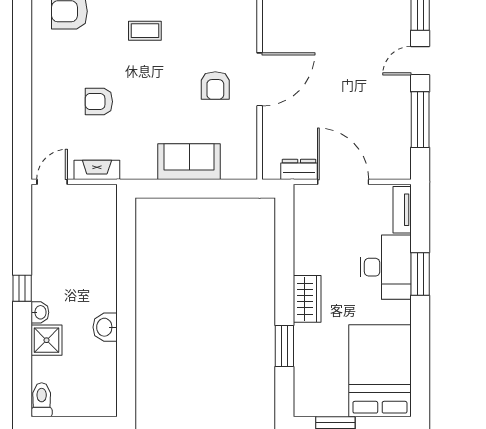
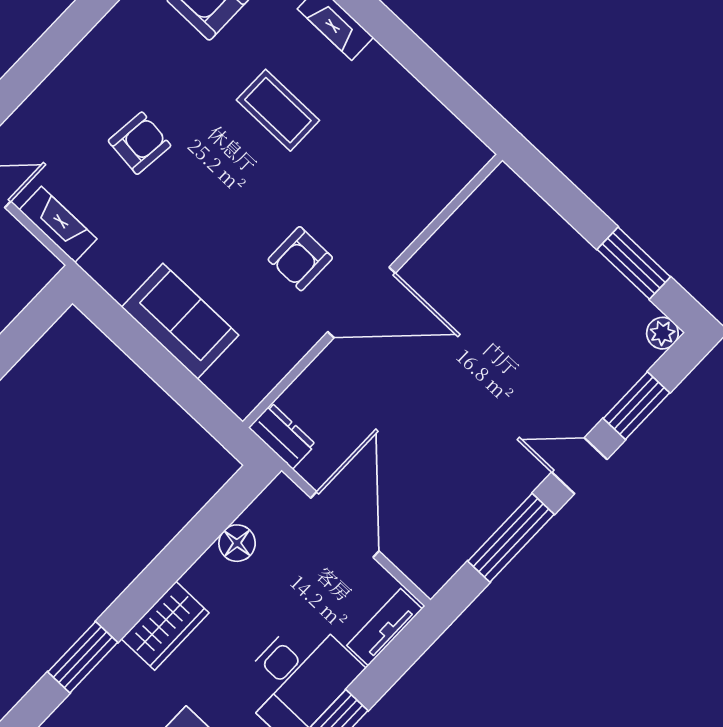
coffee table: (145, 31) -> (278, 110), width x1.36, depth x1.30
armchair: (99, 102) -> (140, 143), turned 96
dresser: (299, 169) -> (282, 436), moved
floor lamp: (304, 234) -> (237, 543), added

